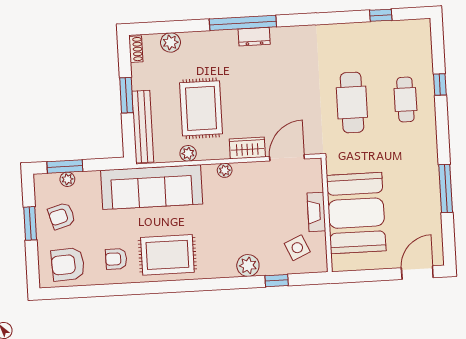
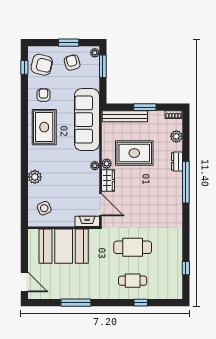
dresser: (254, 37) -> (177, 162), moved
plant: (188, 153) -> (107, 164), moved
plant: (67, 179) -> (95, 53), moved
fireplace: (316, 212) -> (87, 221), moved
armchair: (68, 264) -> (42, 65), turned 107
window: (277, 281) -> (24, 67), moved

